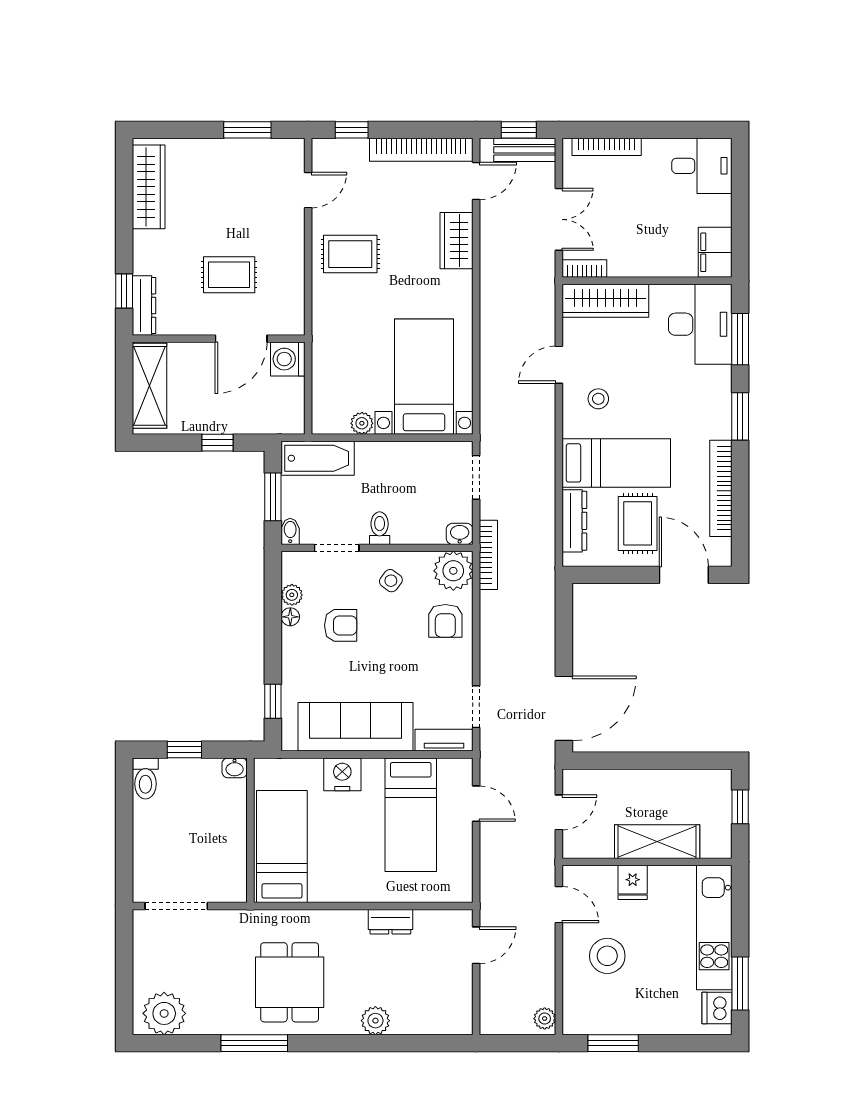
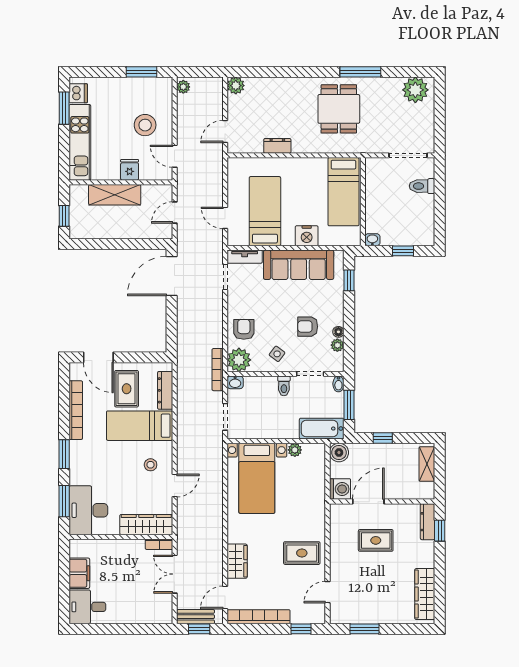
bookcase: (607, 147) -> (145, 618), removed
filing cabinet: (715, 252) -> (79, 573), moved
shelving: (149, 386) -> (427, 464), width x0.67, depth x0.75
boiler: (289, 419) -> (339, 453), added
toilet: (145, 778) -> (422, 186), moved, turned -90
plant: (375, 1021) -> (236, 86), moved

